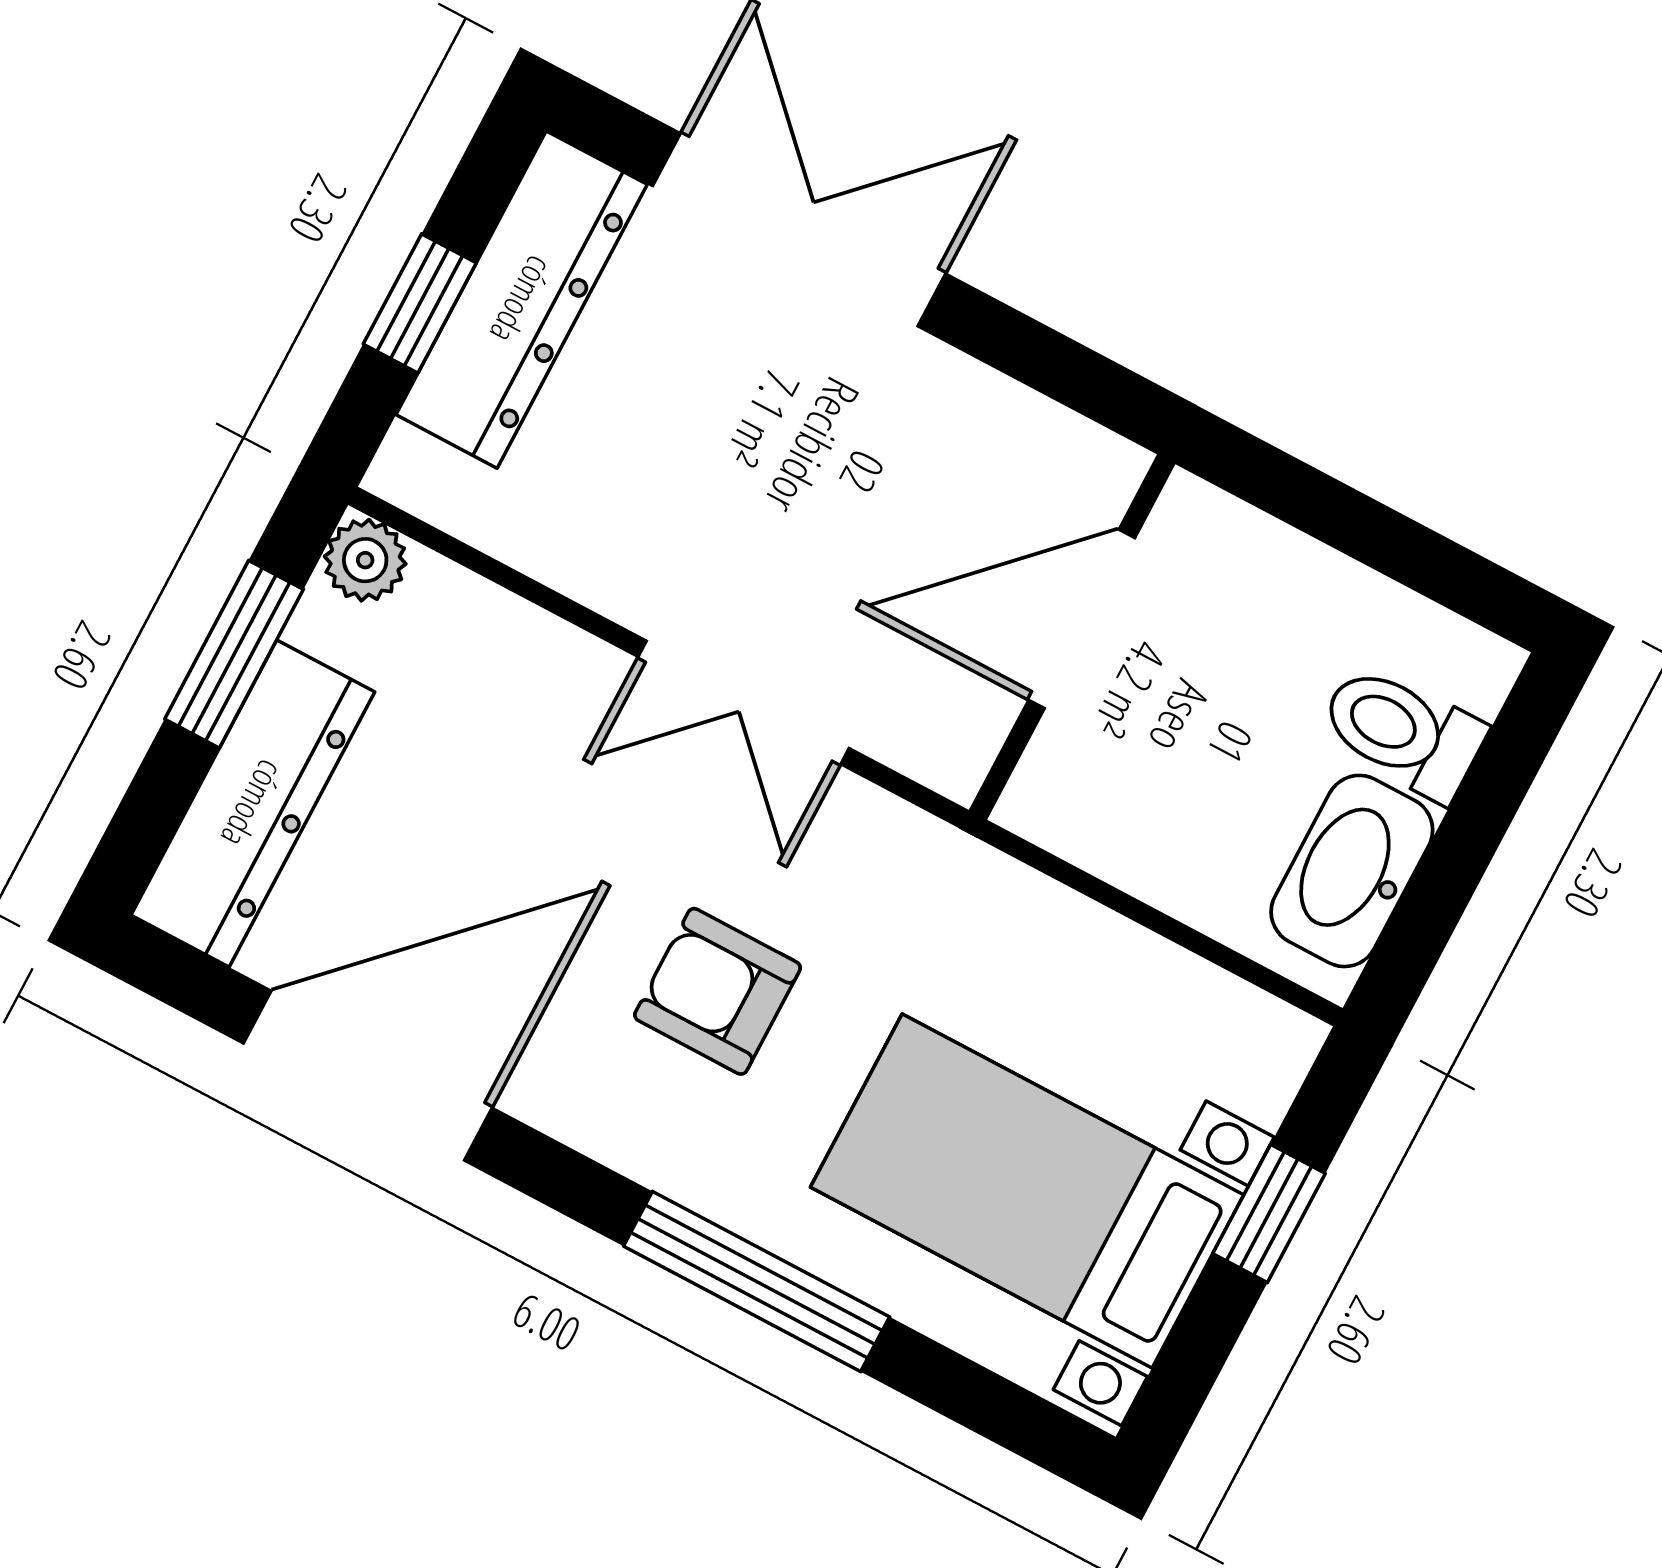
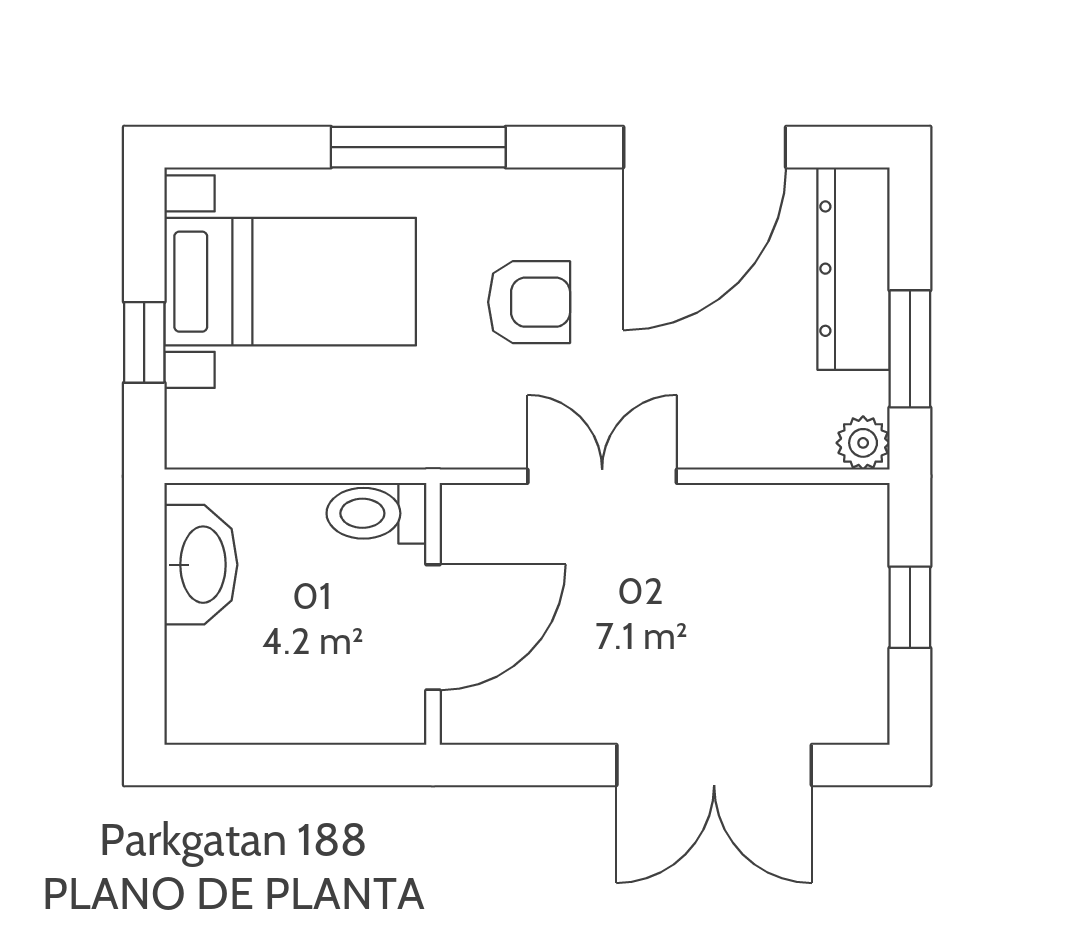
dresser: (522, 300) -> (852, 640), removed
toilet: (1402, 732) -> (376, 513), moved, turned 180

